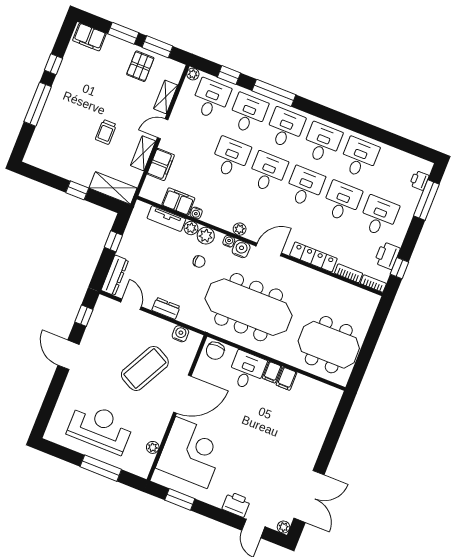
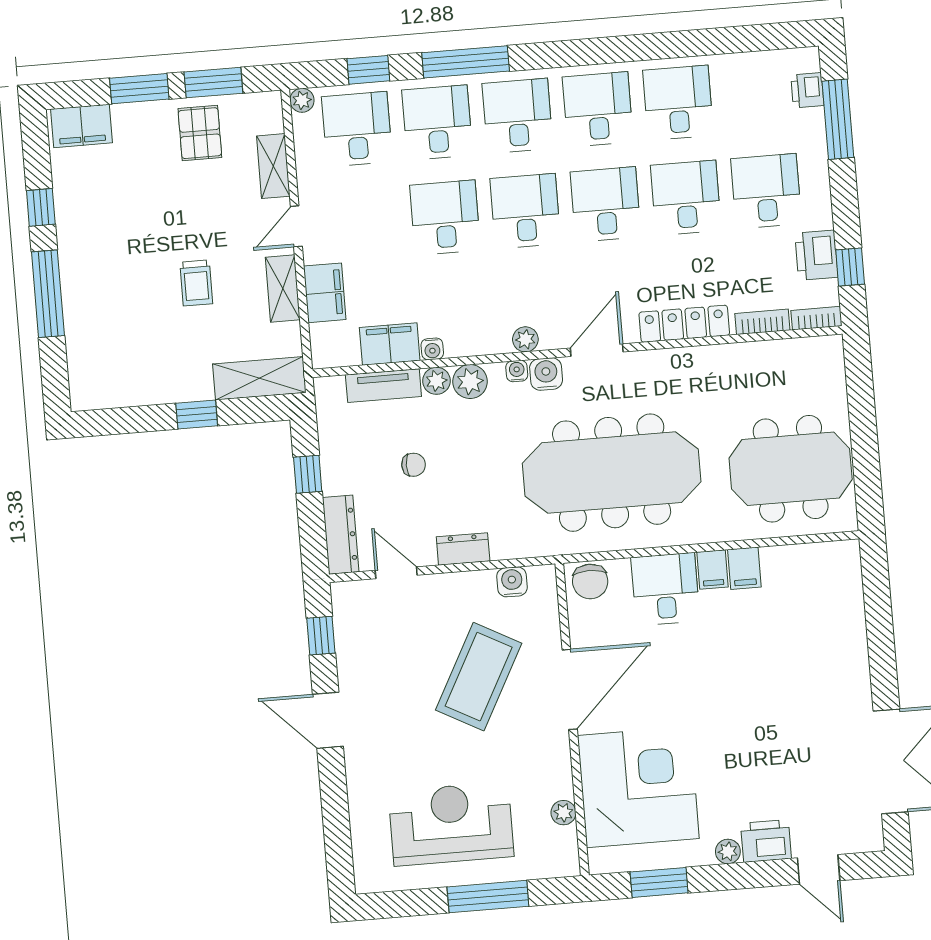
chair: (199, 262) -> (414, 465), moved
plant: (284, 527) -> (728, 851), moved

